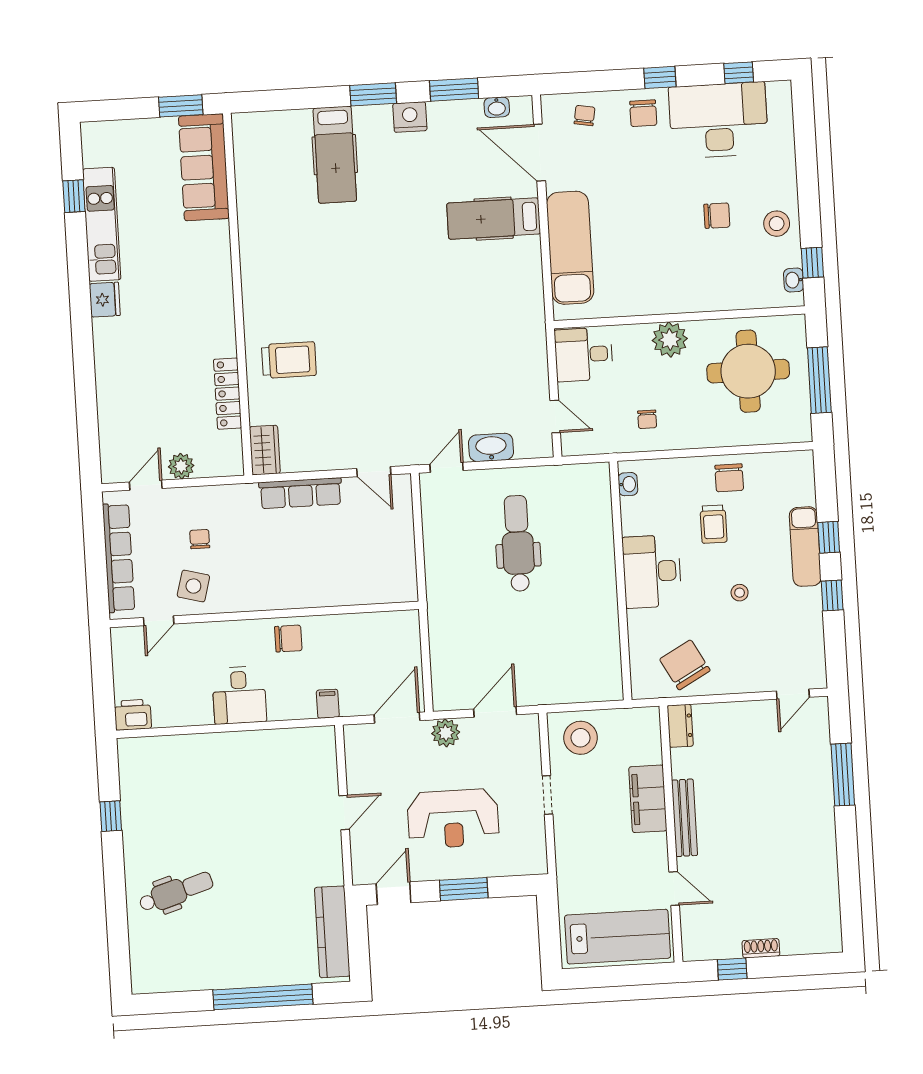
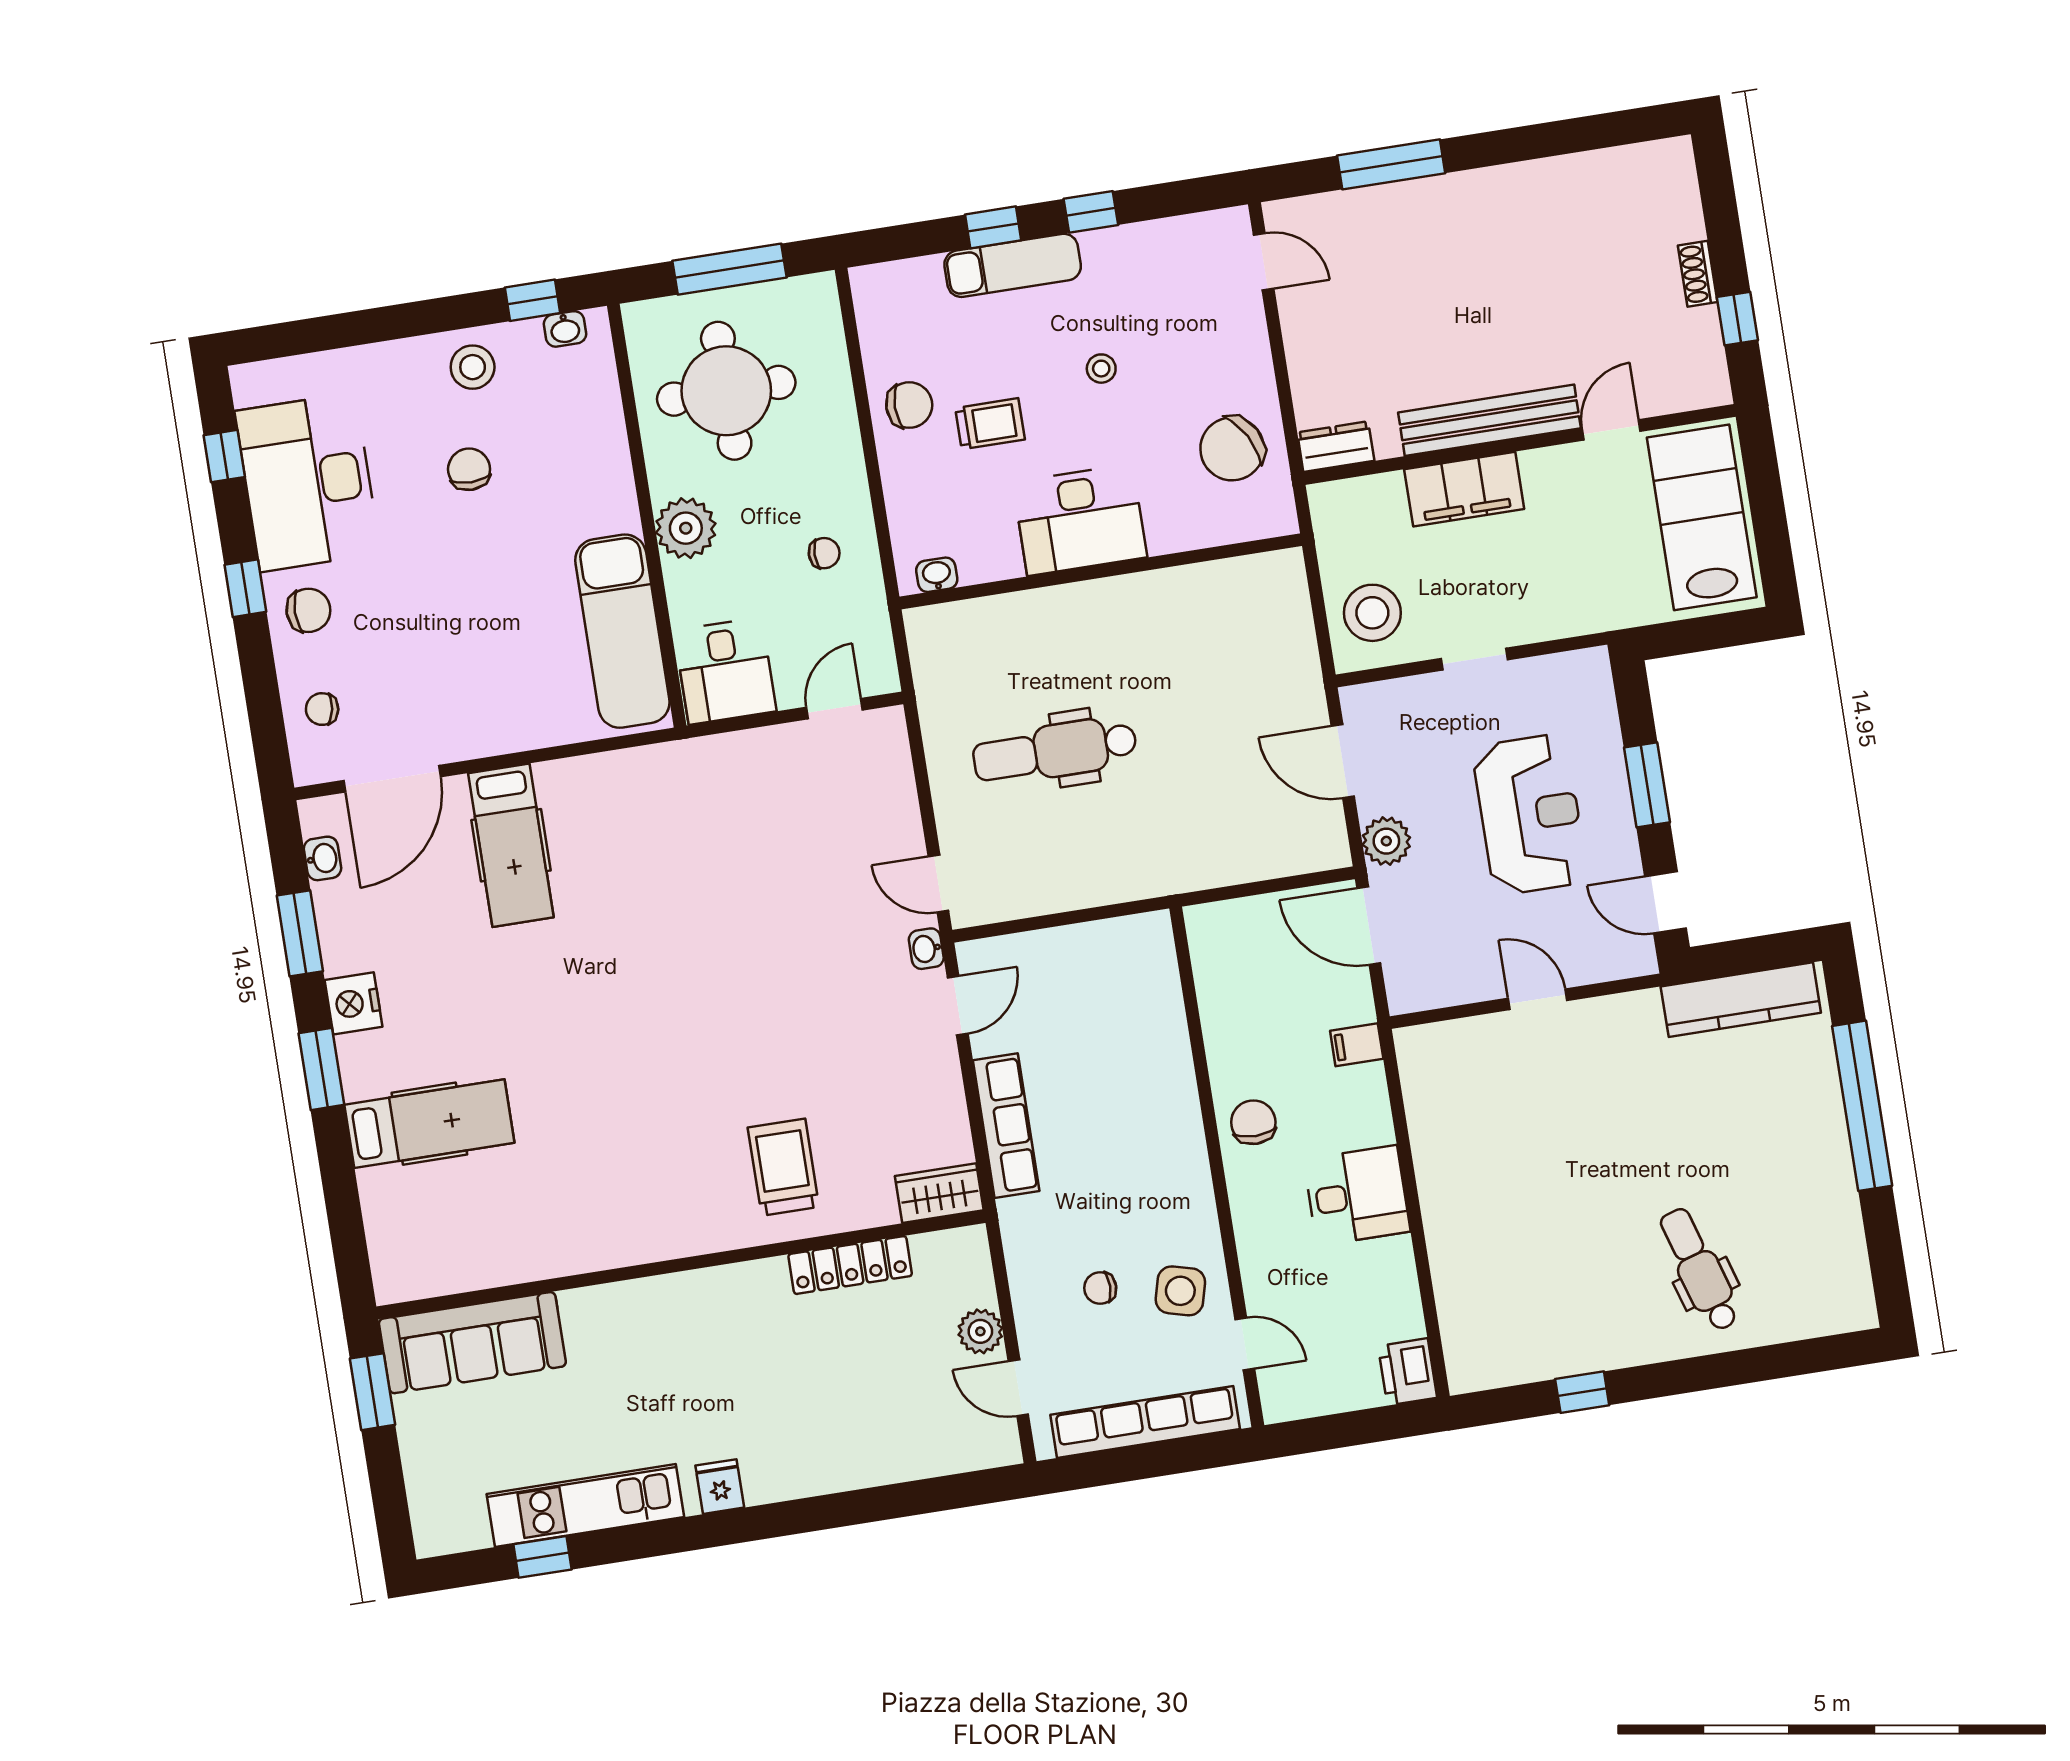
exam couch: (570, 248) -> (622, 631), moved, turned -90
fridge: (105, 300) -> (720, 1487), width x0.72
washbasin: (491, 447) -> (926, 949), moved, width x0.52, depth x0.69
bench: (685, 818) -> (1489, 420), width x1.37, depth x1.21

